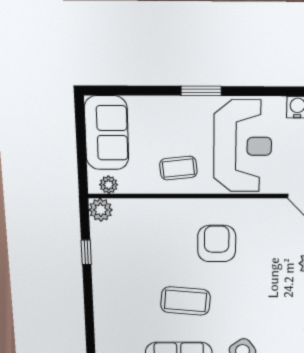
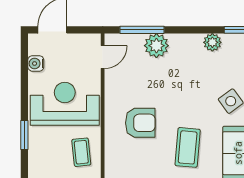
armchair: (217, 244) -> (140, 123), turned 180

